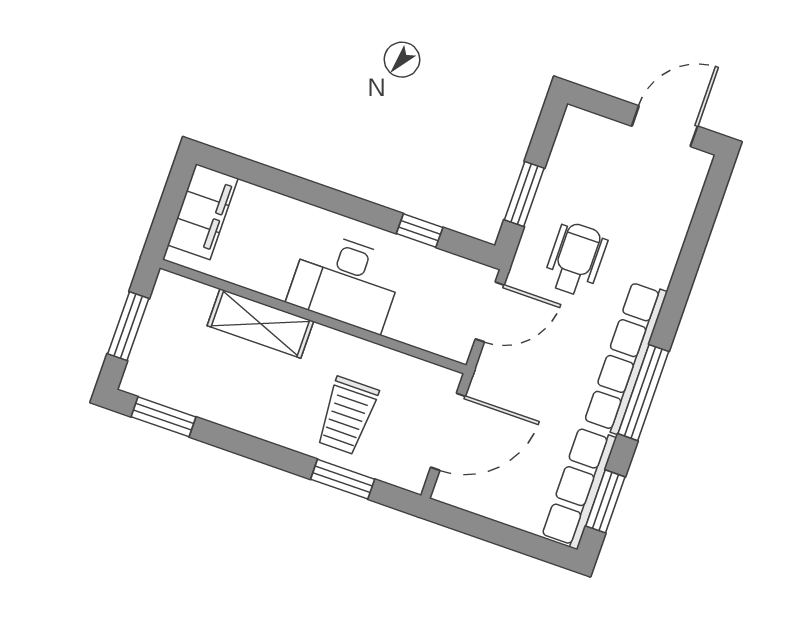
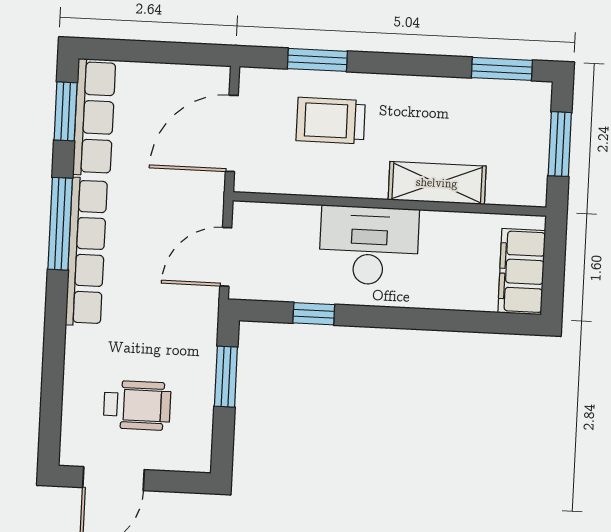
wheelchair: (576, 259) -> (137, 405), moved, turned -90
trolley: (347, 416) -> (331, 121), turned -90

